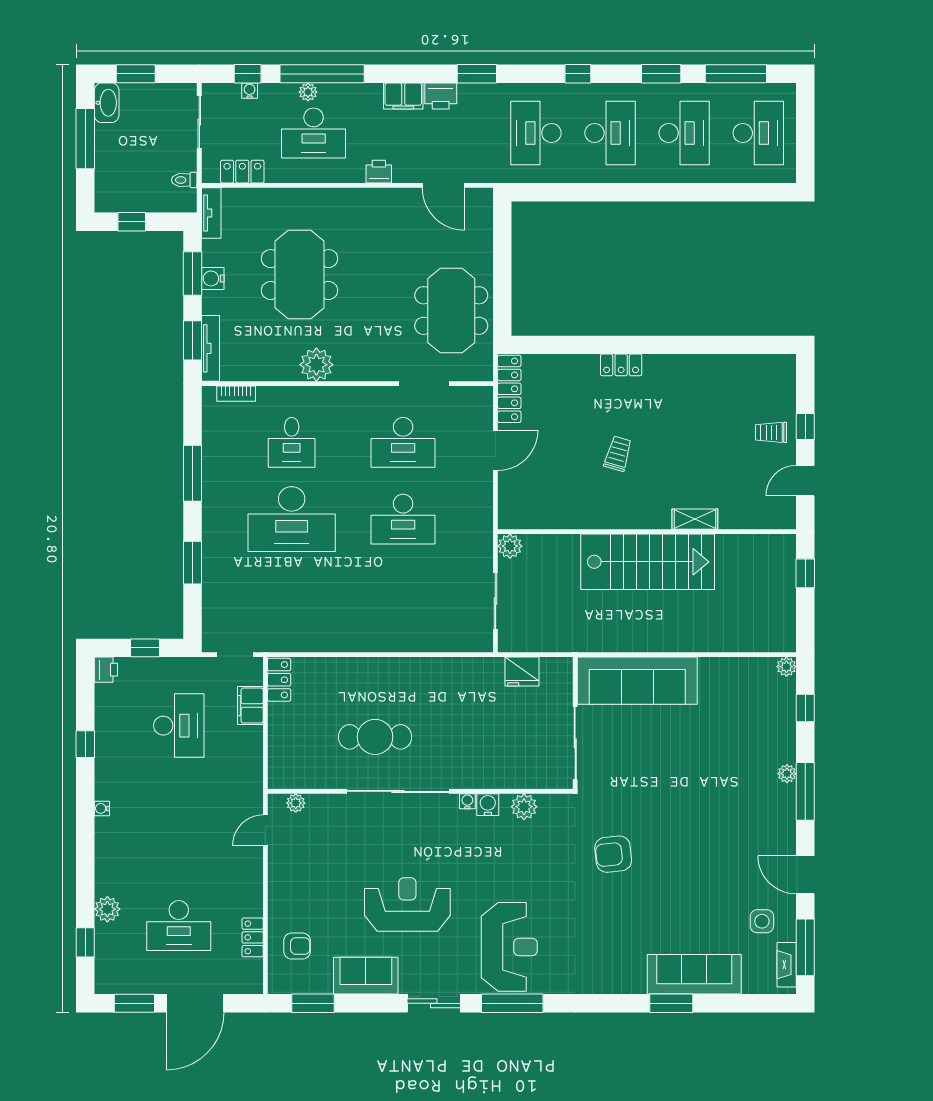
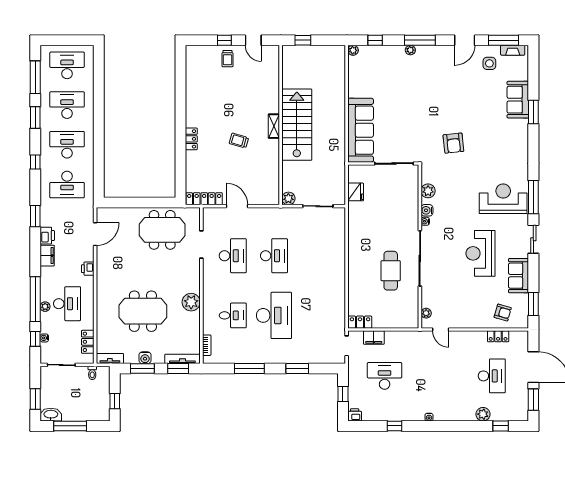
shelving: (695, 519) -> (274, 126), moved
armchair: (297, 946) -> (503, 313), turned 106
sofa: (694, 974) -> (518, 100), width x0.73

